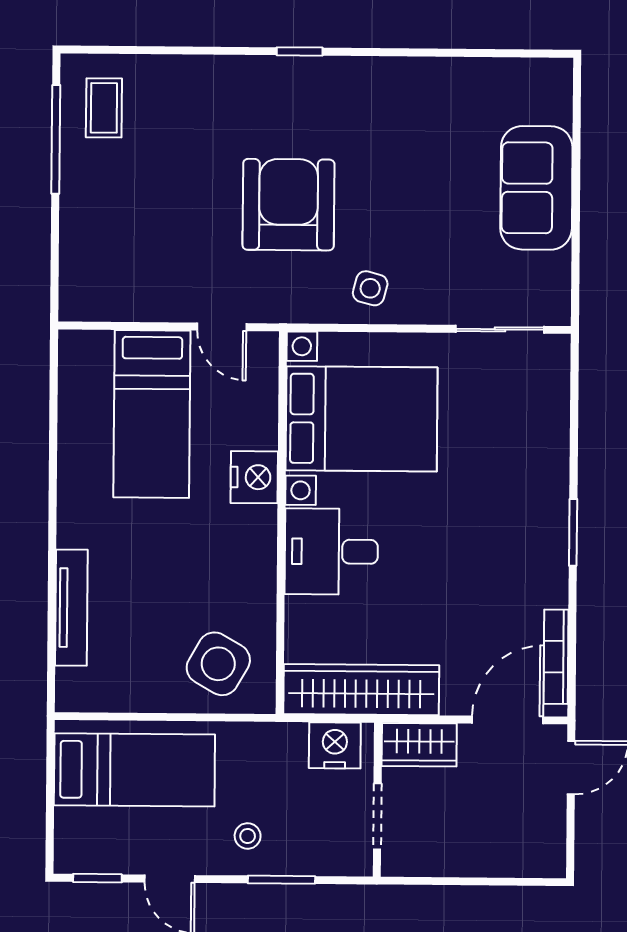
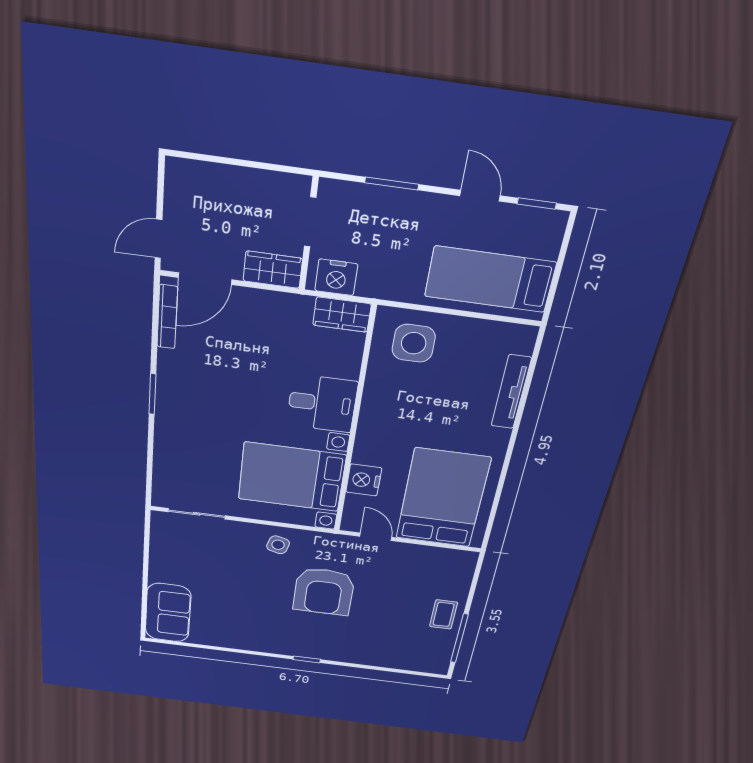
coffee table: (104, 108) -> (444, 614), moved
sofa: (536, 188) -> (168, 613), moved
bed: (152, 414) -> (443, 498), width x1.50
nightstand: (254, 477) -> (364, 480), moved
side table: (218, 664) -> (414, 343), turned -30
wardrobe: (361, 690) -> (342, 315), width x0.48, depth x0.85
stool: (248, 836) -> (413, 220), removed

